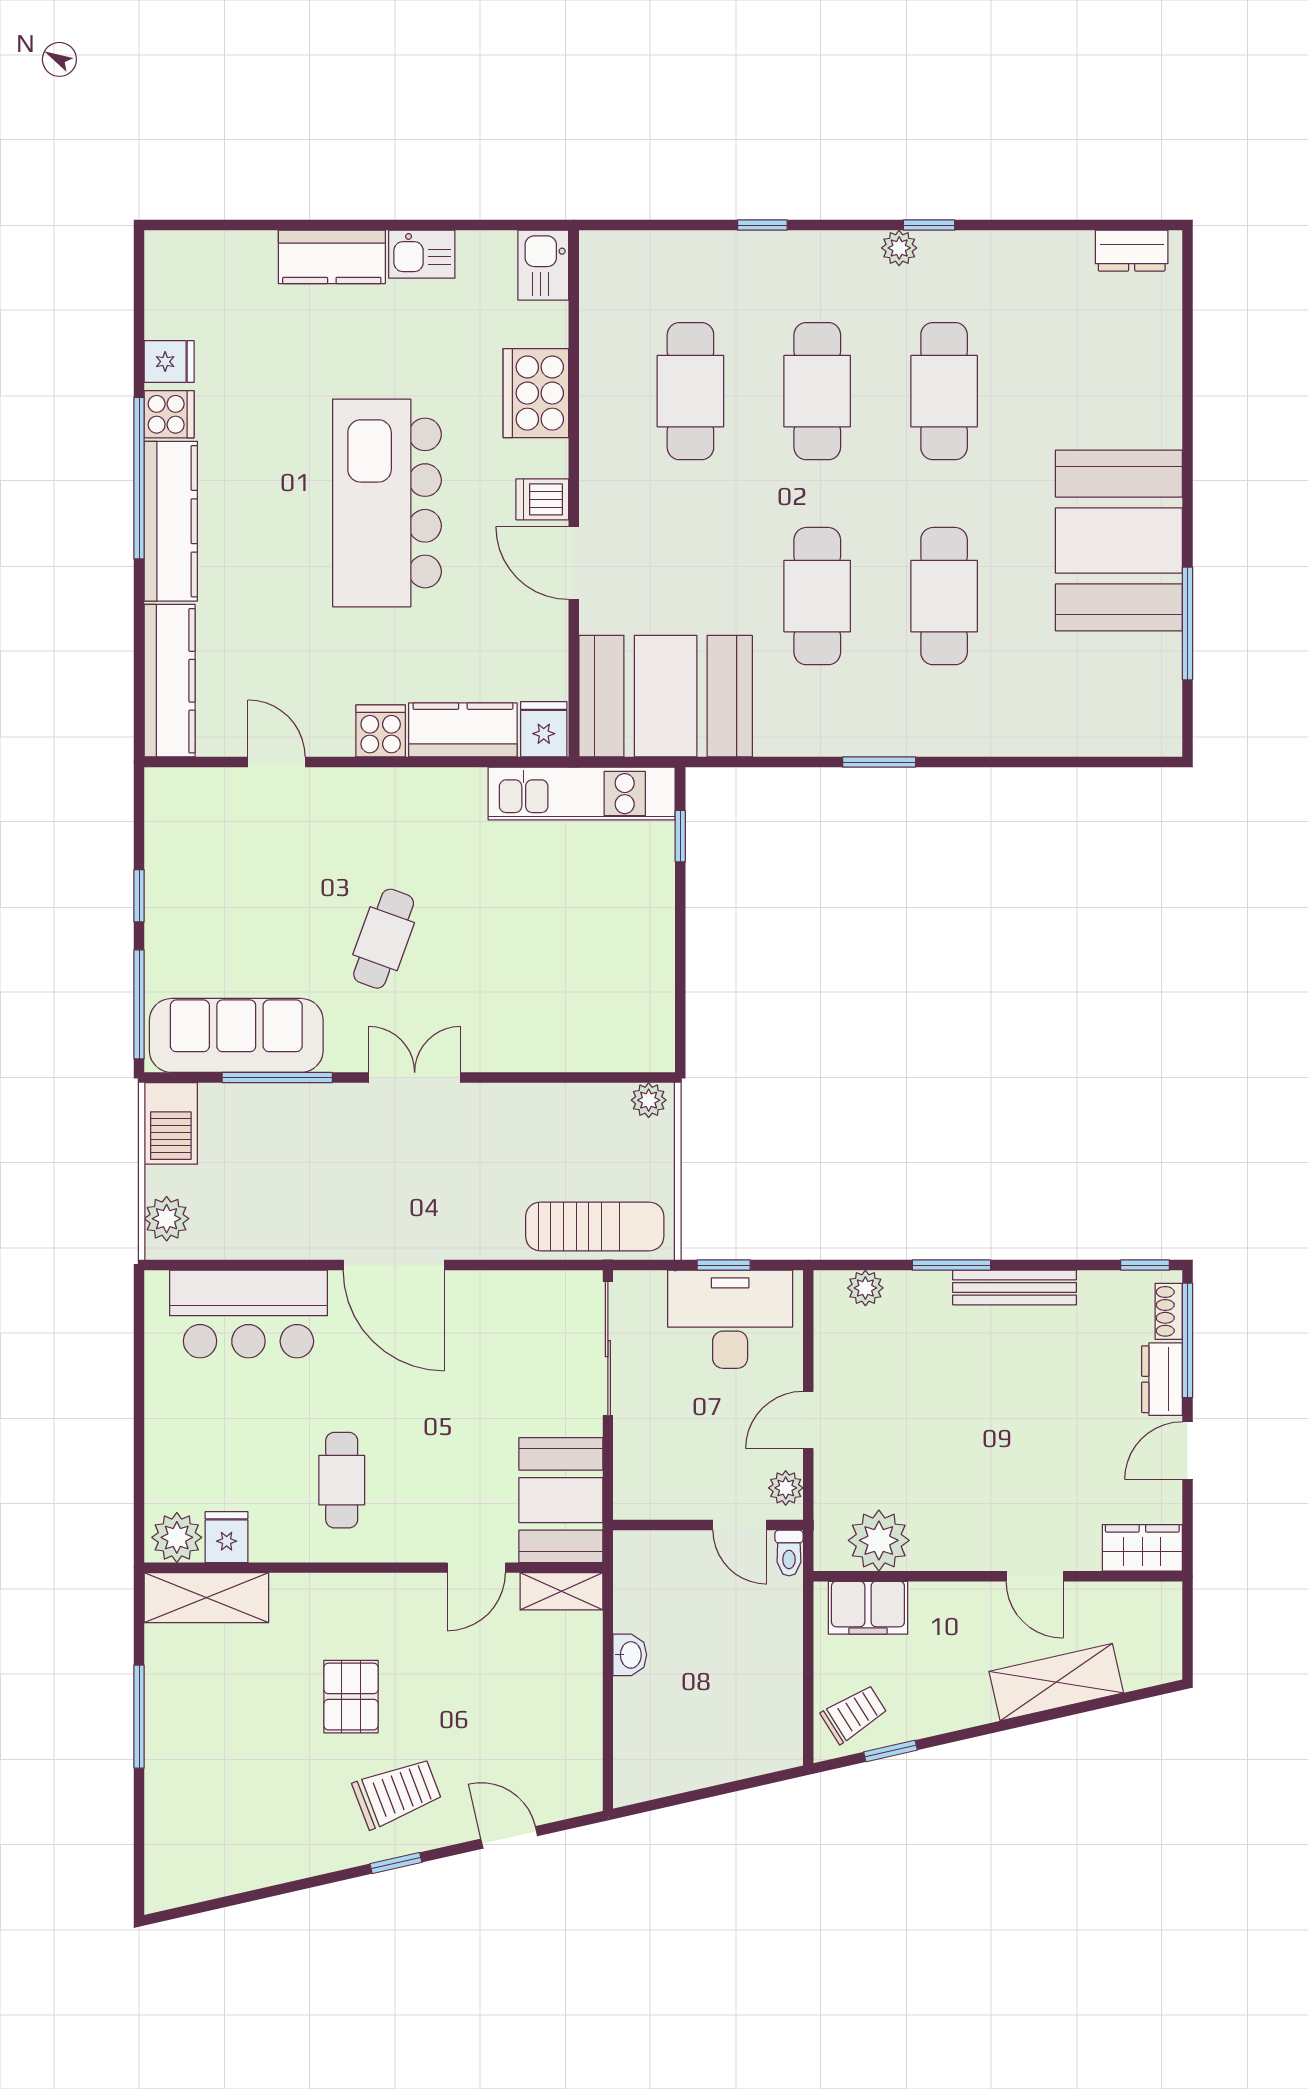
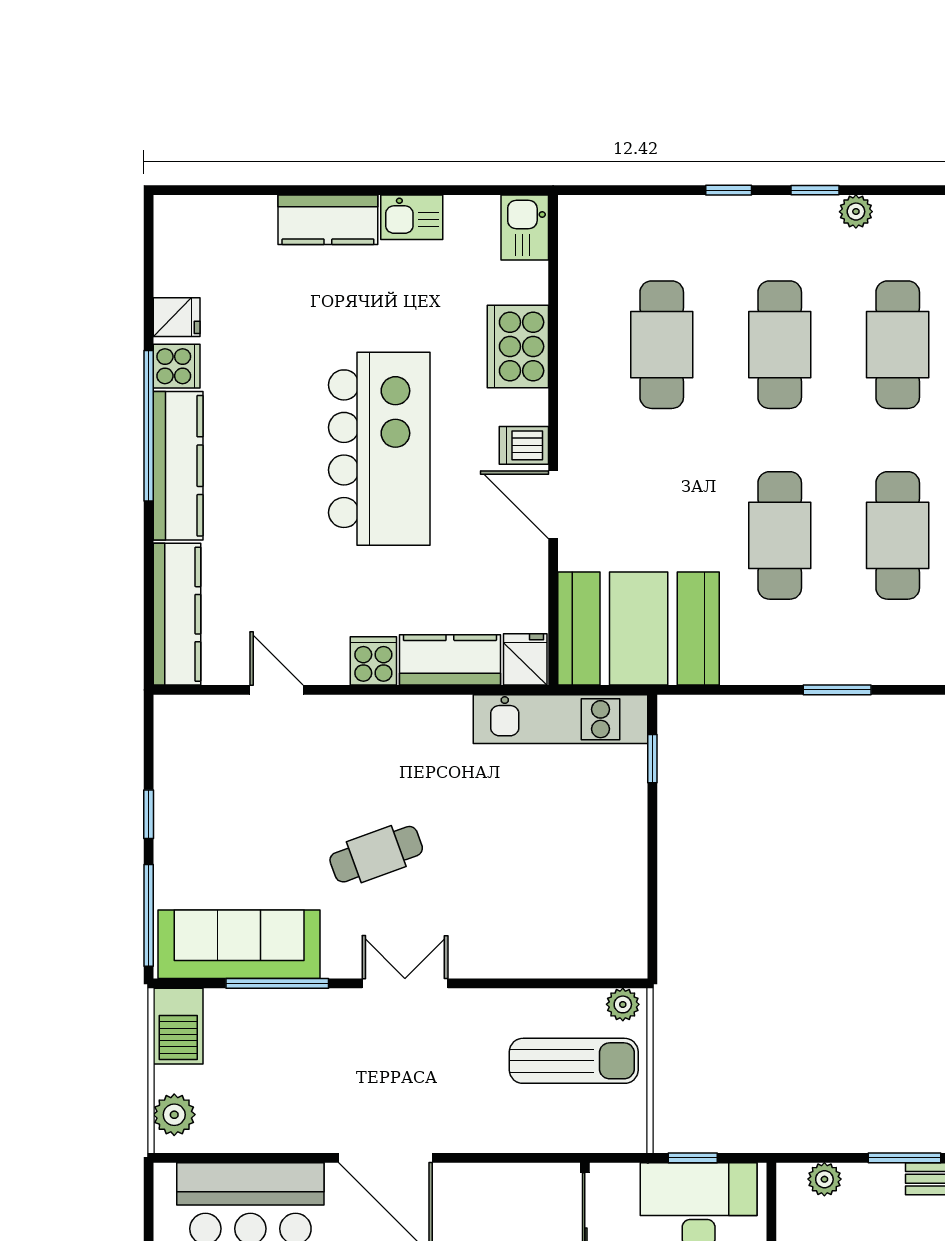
window: (929, 225) -> (815, 190), moved
kitchen island: (387, 503) -> (379, 449), turned 180
cafe table: (384, 939) -> (376, 854), turned 50
sun lounger: (595, 1226) -> (574, 1061), moved

